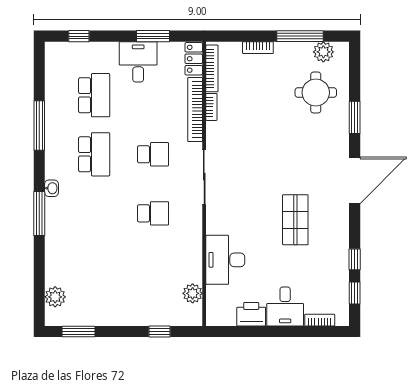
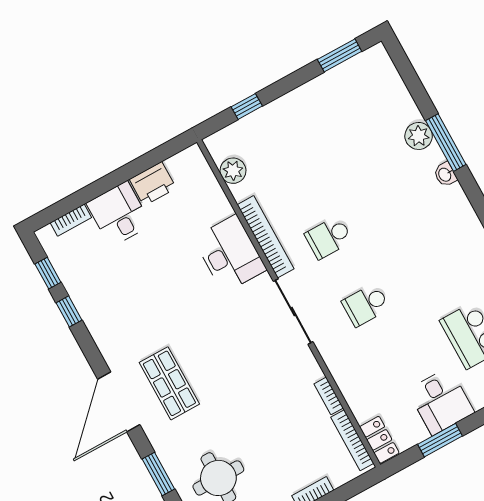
bookcase: (195, 109) -> (266, 237), moved
school desk: (94, 154) -> (433, 268), removed
washbasin: (51, 188) -> (445, 174), moved
window: (39, 213) -> (446, 143), moved
shop shelf: (295, 220) -> (169, 383), moved
desk: (225, 260) -> (230, 254), moved
plant: (55, 297) -> (419, 136), moved

